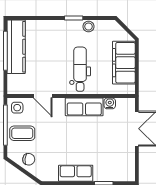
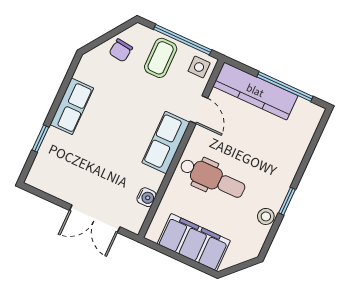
kitchen counter: (16, 47) -> (255, 91), moved
door: (43, 96) -> (199, 110), swing flipped
row of seats: (84, 107) -> (166, 142), moved

